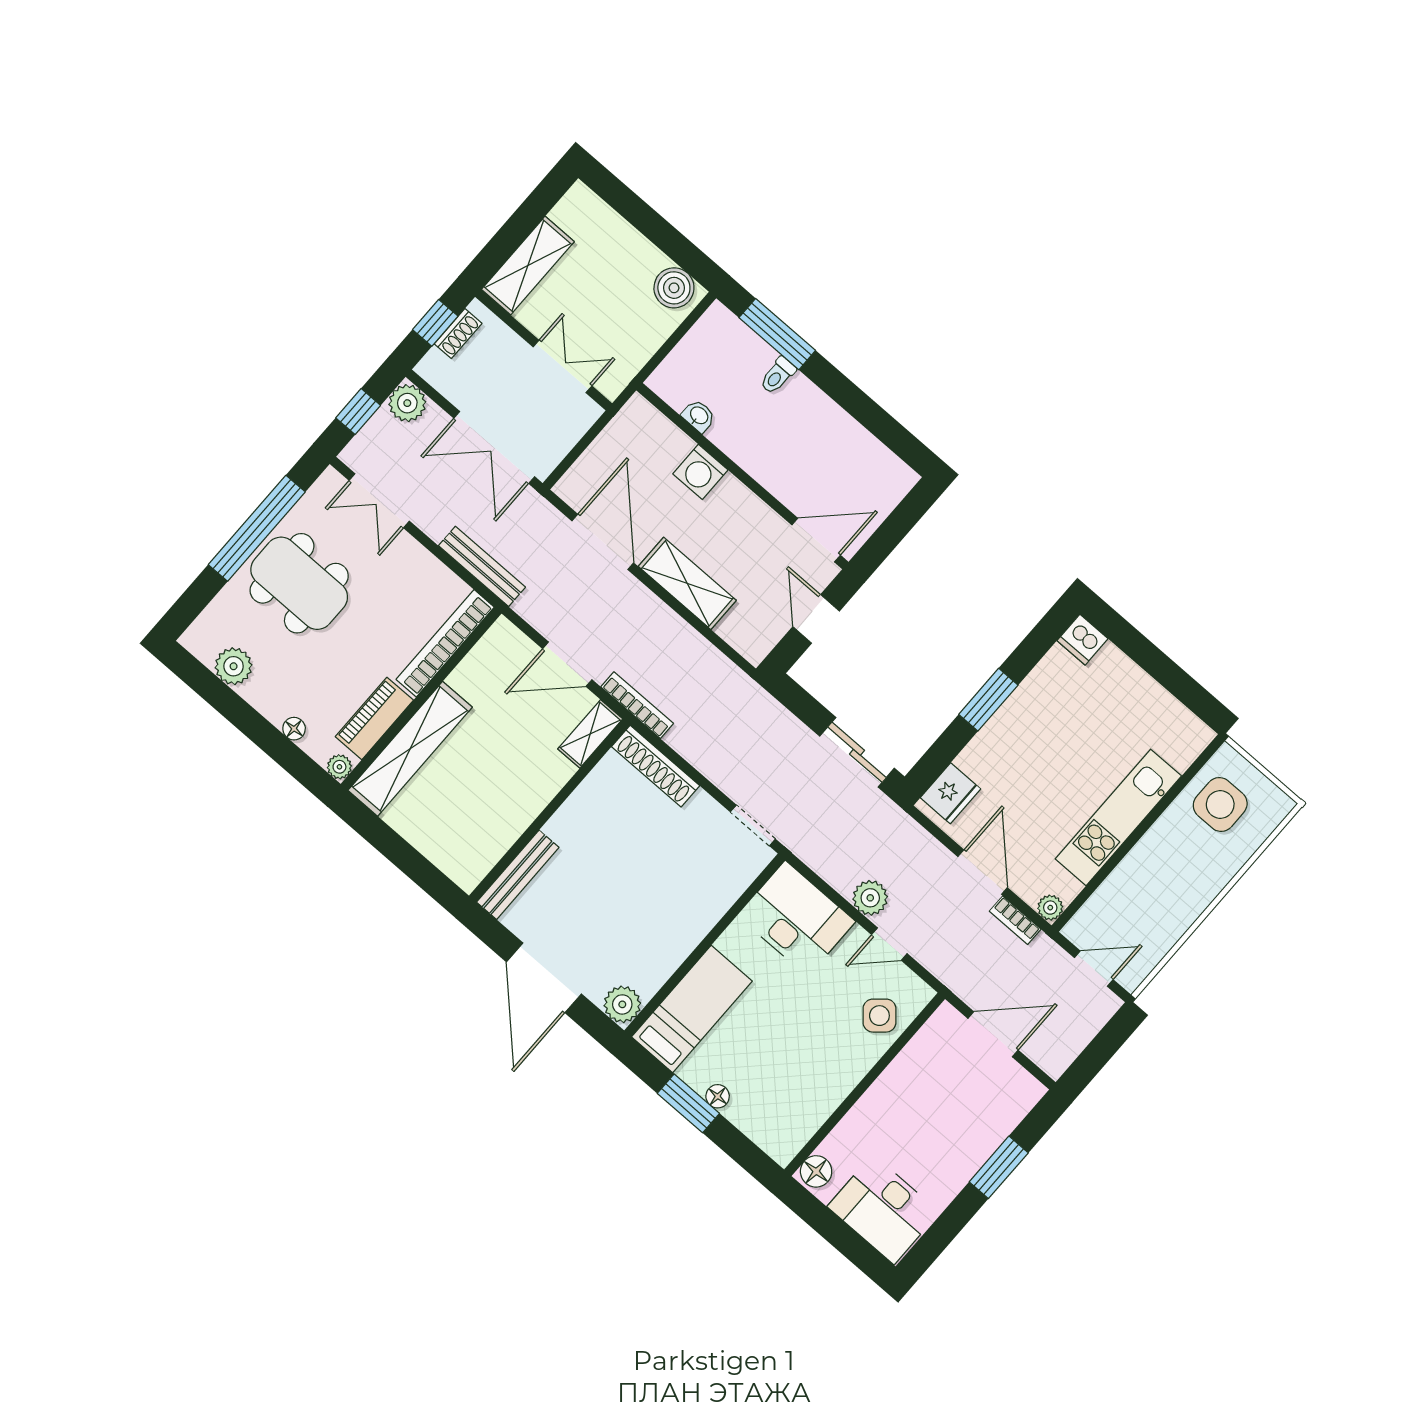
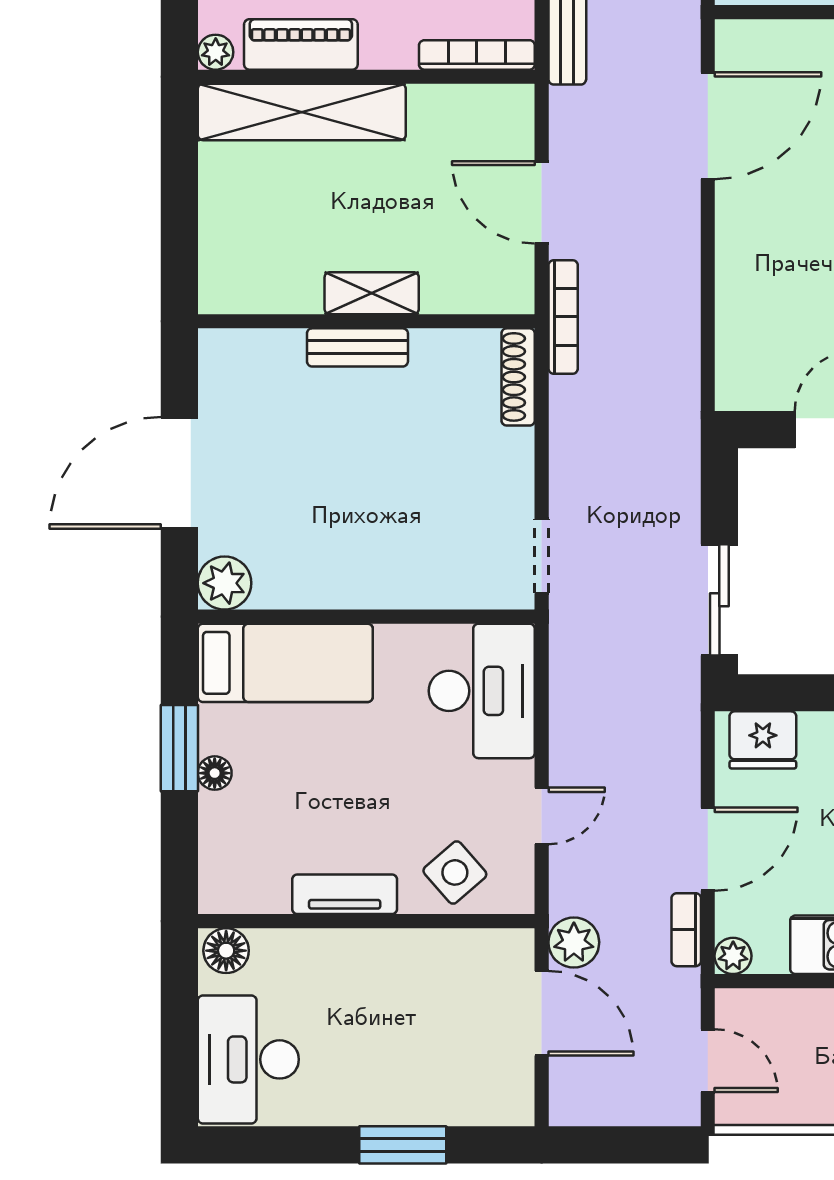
shelving: (687, 583) -> (742, 256), removed
bookcase: (445, 643) -> (477, 55), width x0.68, depth x0.76
shelving: (590, 734) -> (372, 293), moved
shoe rack: (656, 766) -> (518, 377), width x0.74, depth x0.81
bench: (518, 875) -> (357, 347), moved, width x0.73
plant: (870, 898) -> (574, 942), moved
door: (889, 944) -> (542, 816), swing flipped
tv unit: (841, 1083) -> (345, 894), added

